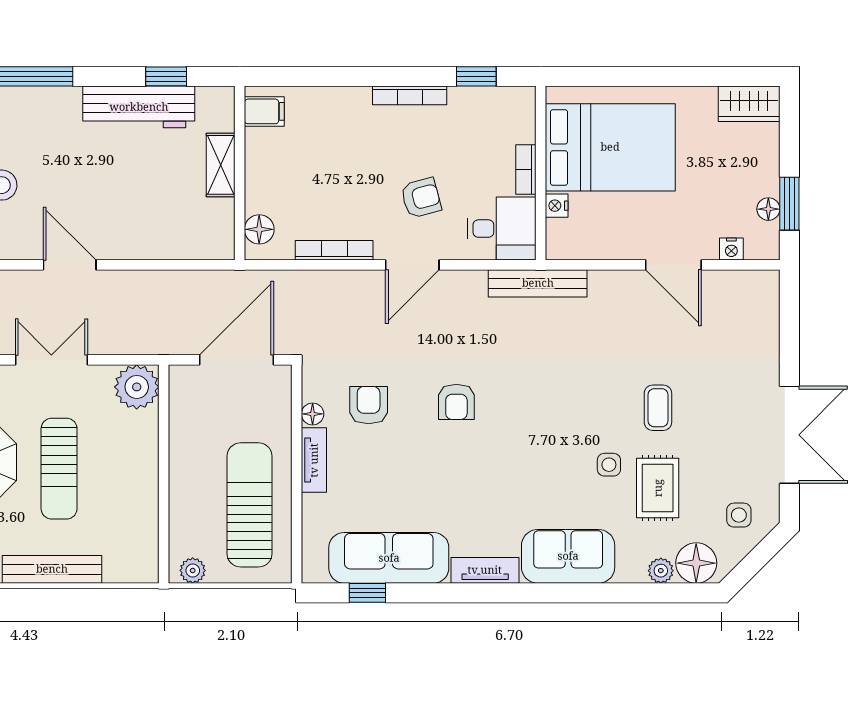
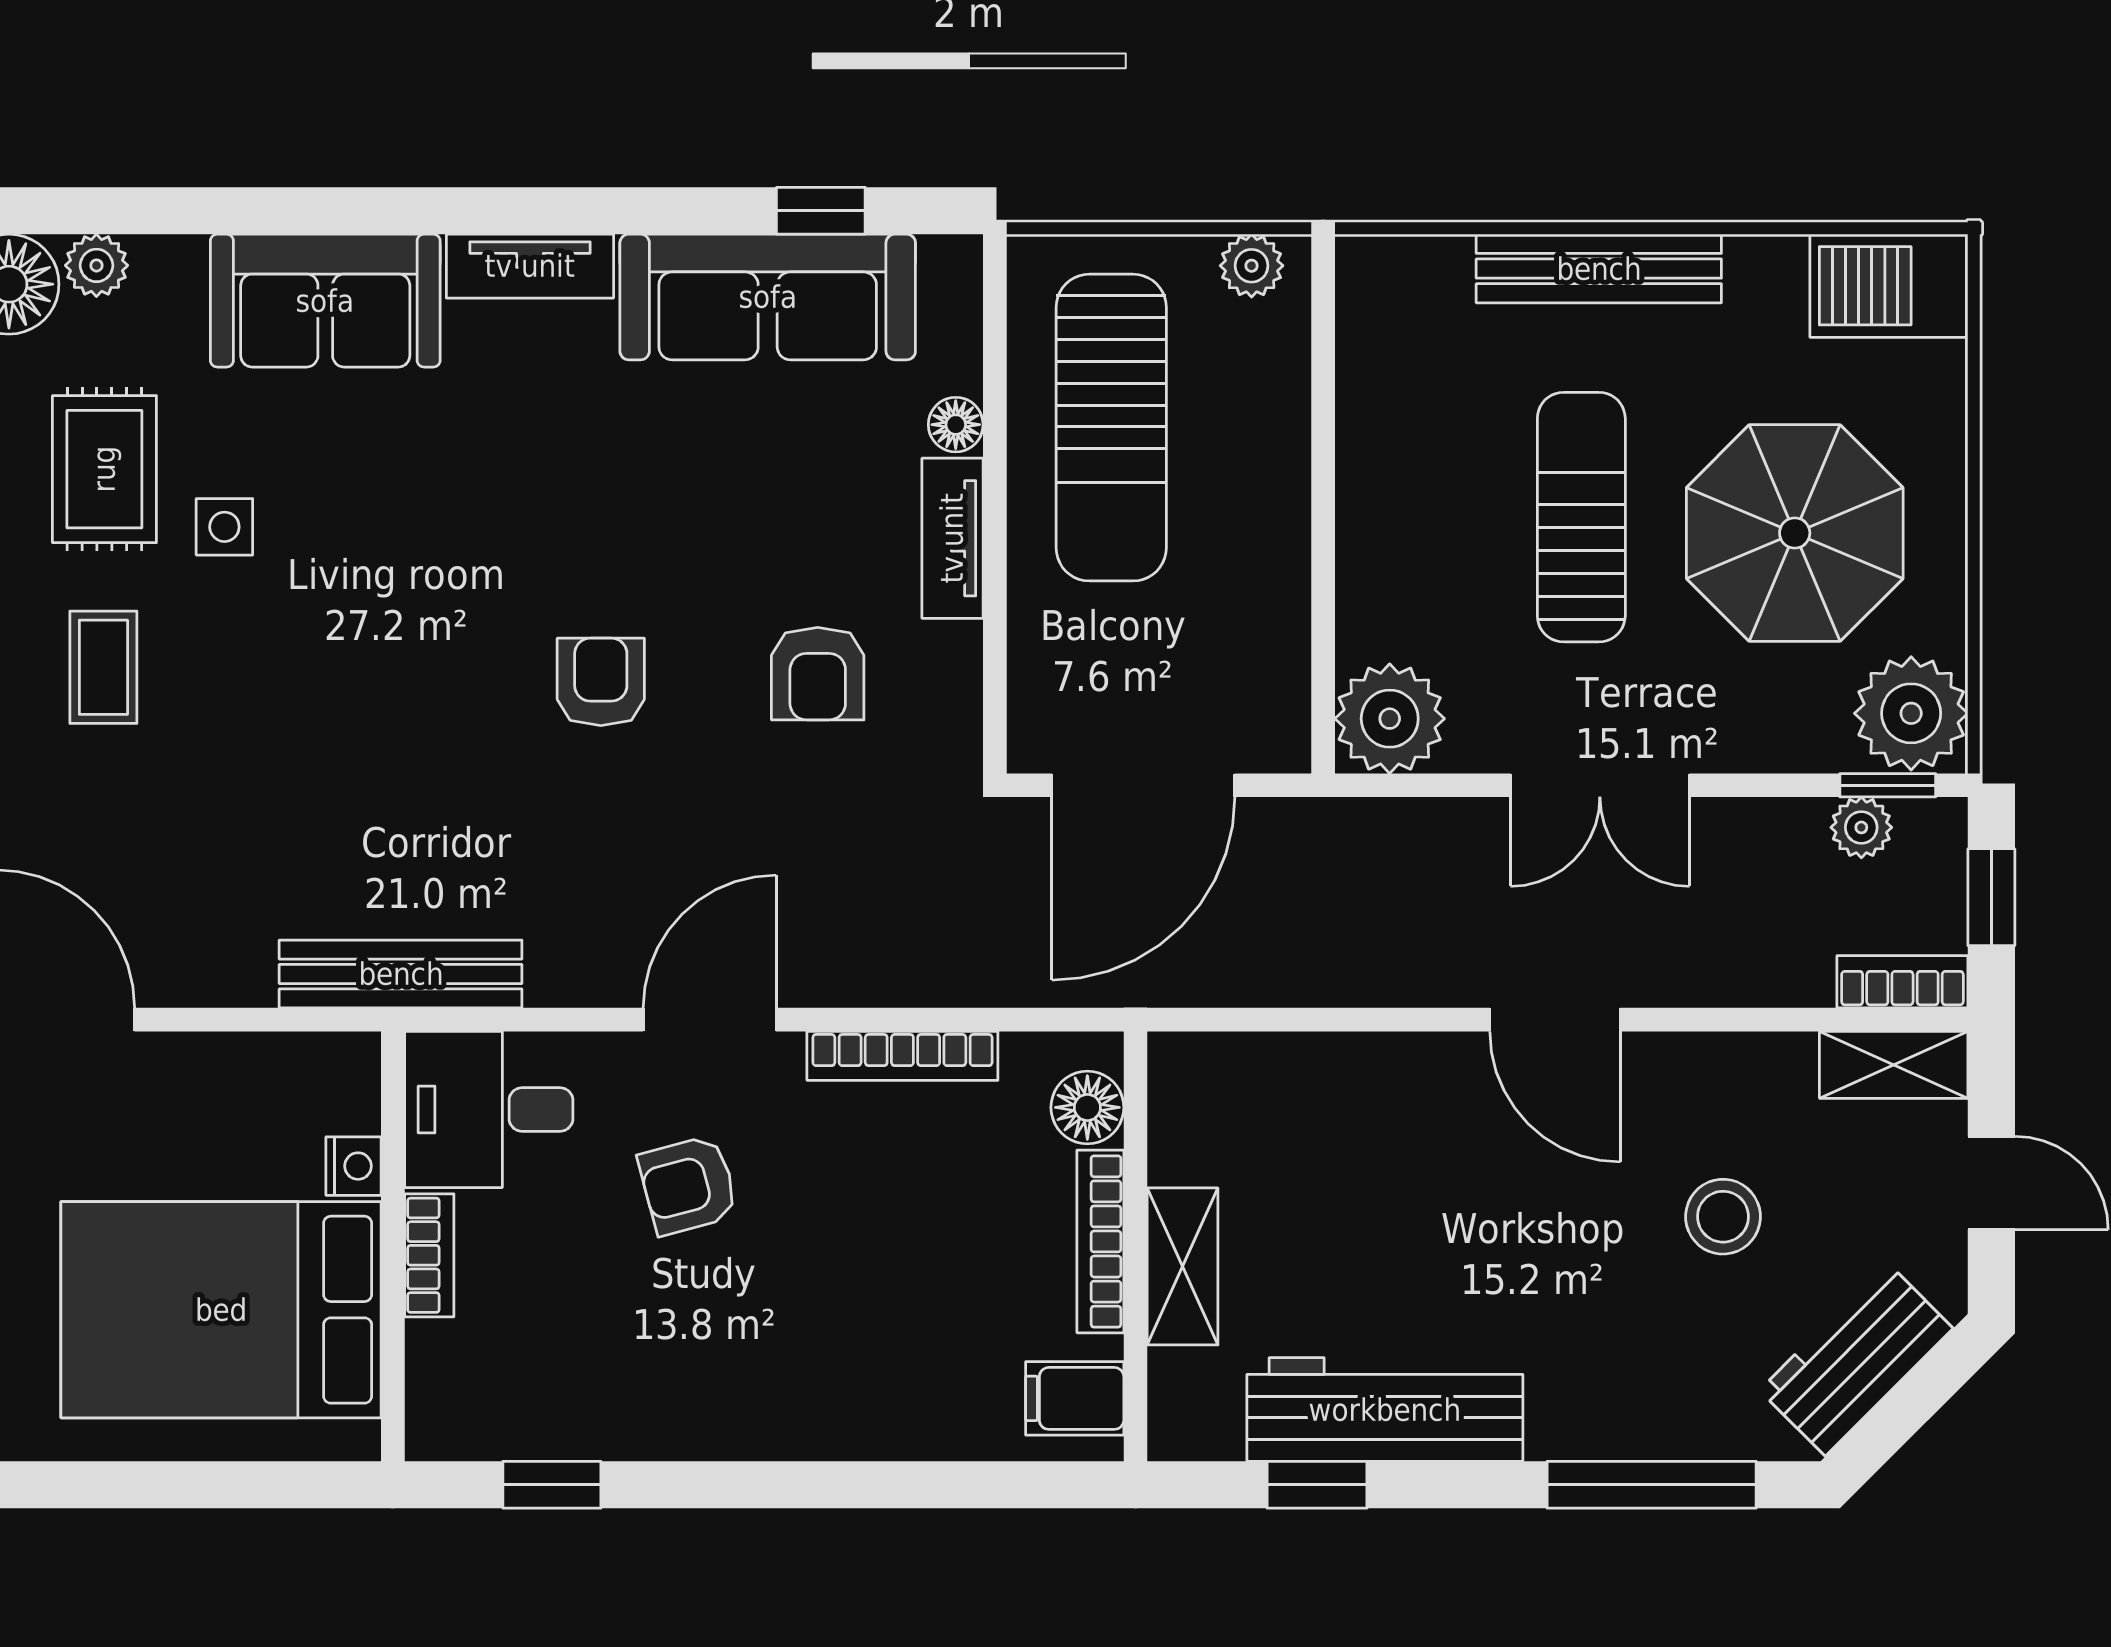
bookcase: (410, 95) -> (1100, 1241), moved, turned -90
floor lamp: (313, 414) -> (956, 425), moved

